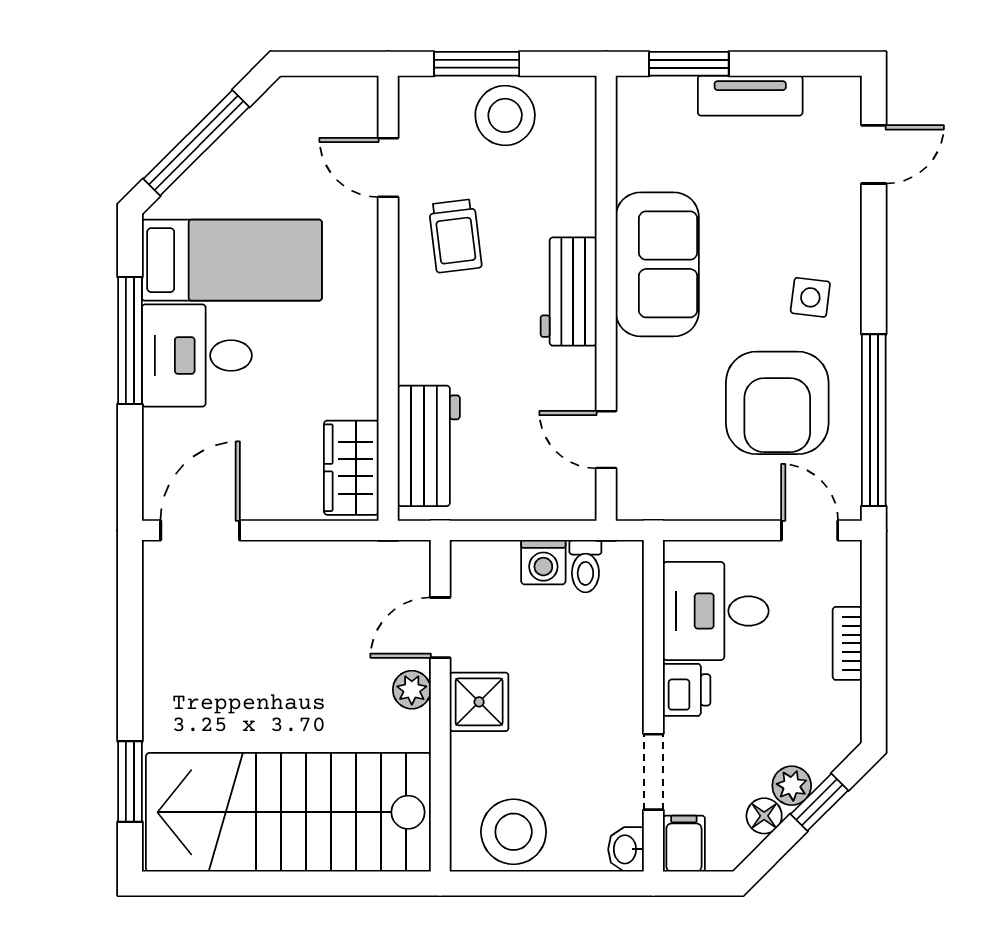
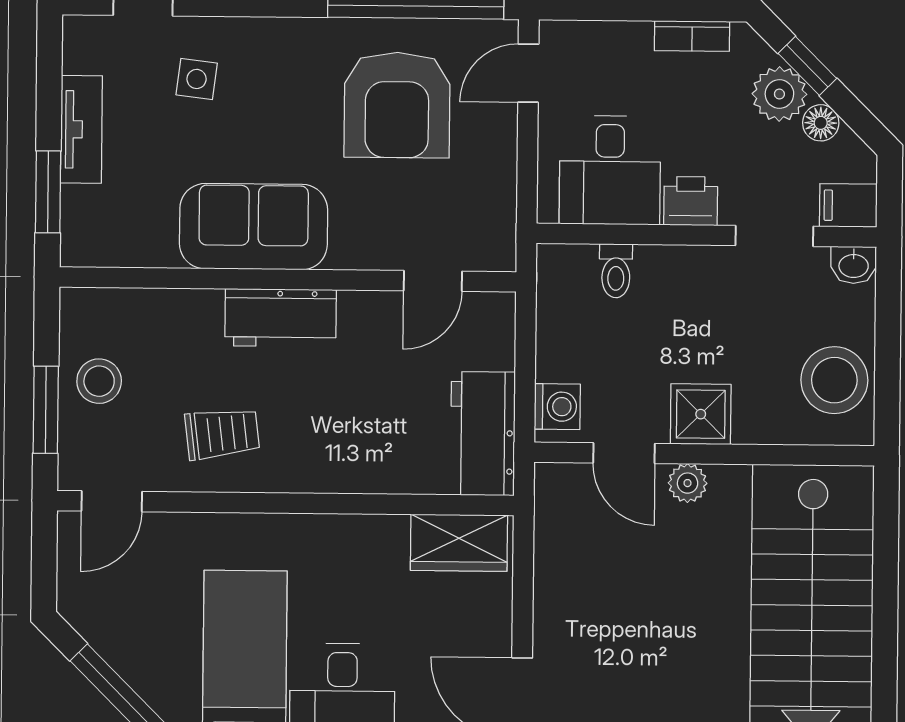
stool: (505, 115) -> (99, 381), width x0.73, depth x0.73
door: (388, 168) -> (112, 501), moved
side table: (810, 297) -> (197, 79), moved
armchair: (777, 403) -> (397, 105), turned 90
workbench: (429, 446) -> (483, 434), moved, turned -90
washing machine: (543, 562) -> (557, 407), moved
toilet: (585, 566) -> (616, 271), moved, turned 90
bookcase: (847, 643) -> (692, 36), moved
plant: (792, 786) -> (779, 94), width x1.38, depth x1.38

